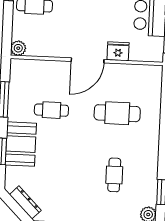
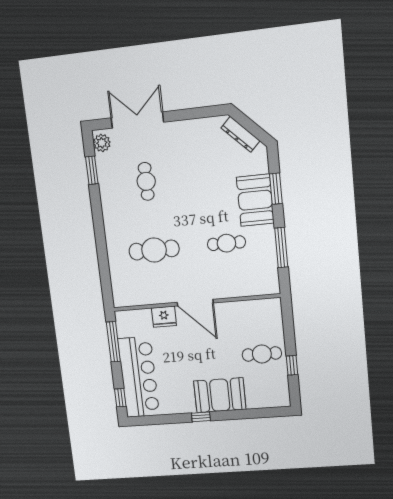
plant: (18, 48) -> (273, 306), removed
door: (88, 60) -> (195, 303), swing flipped

